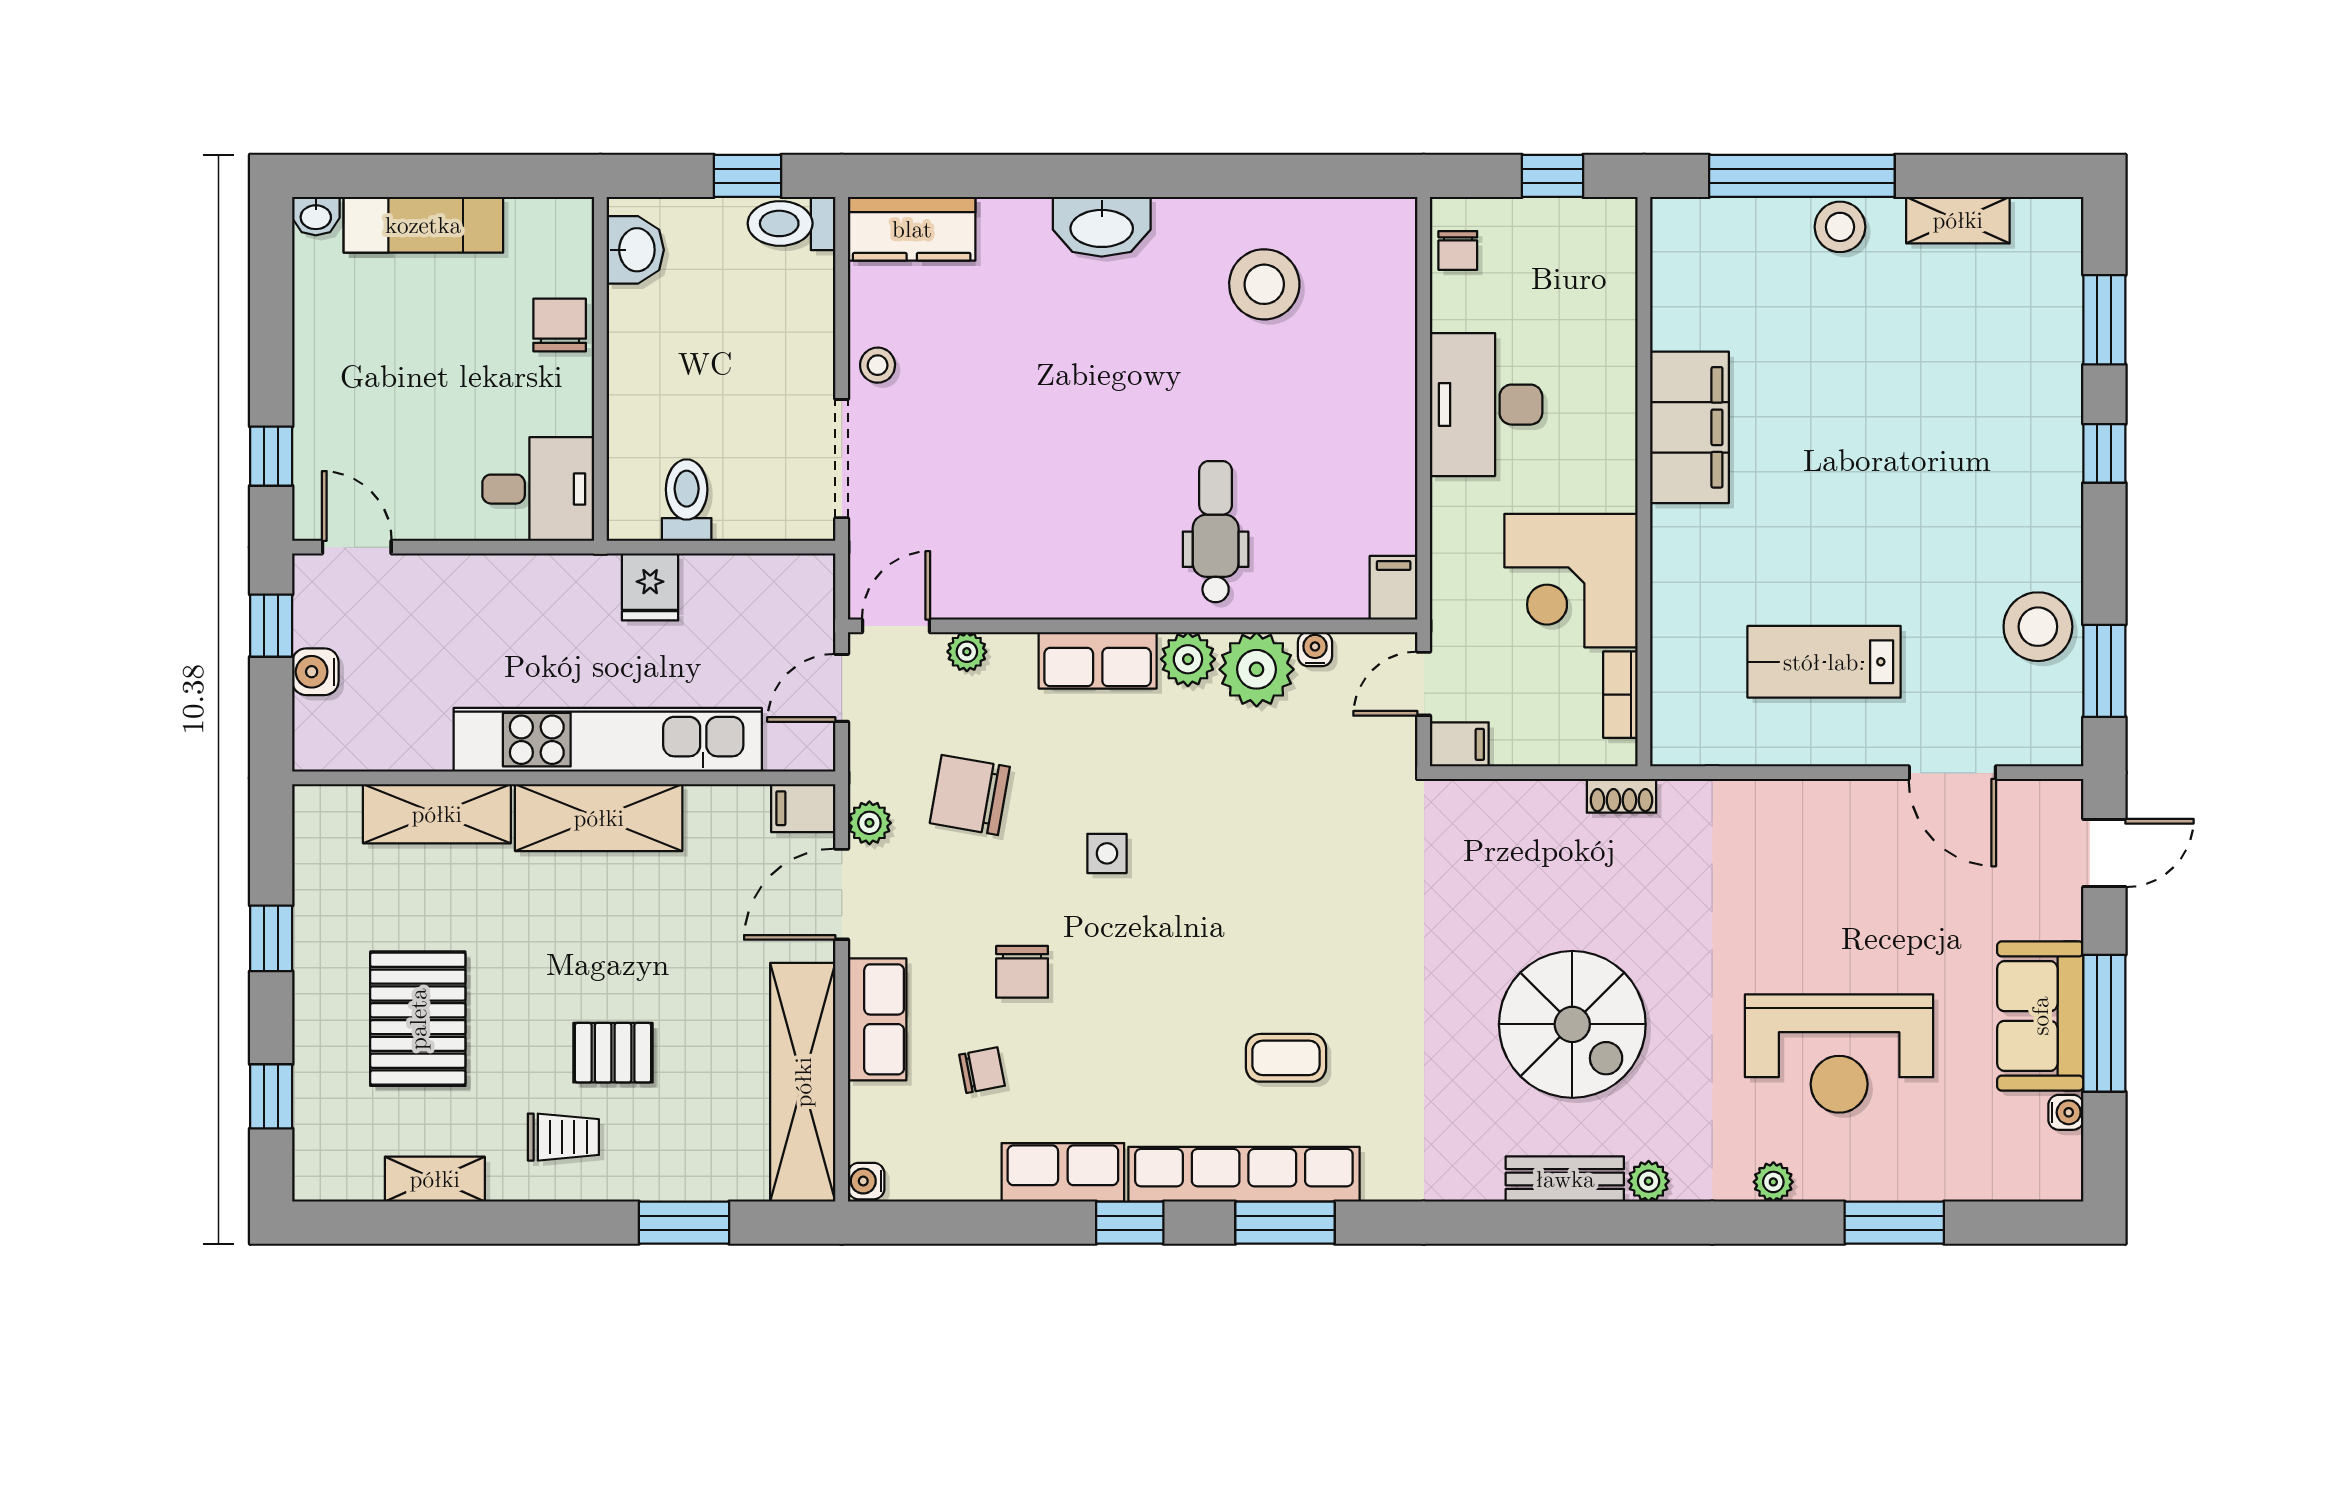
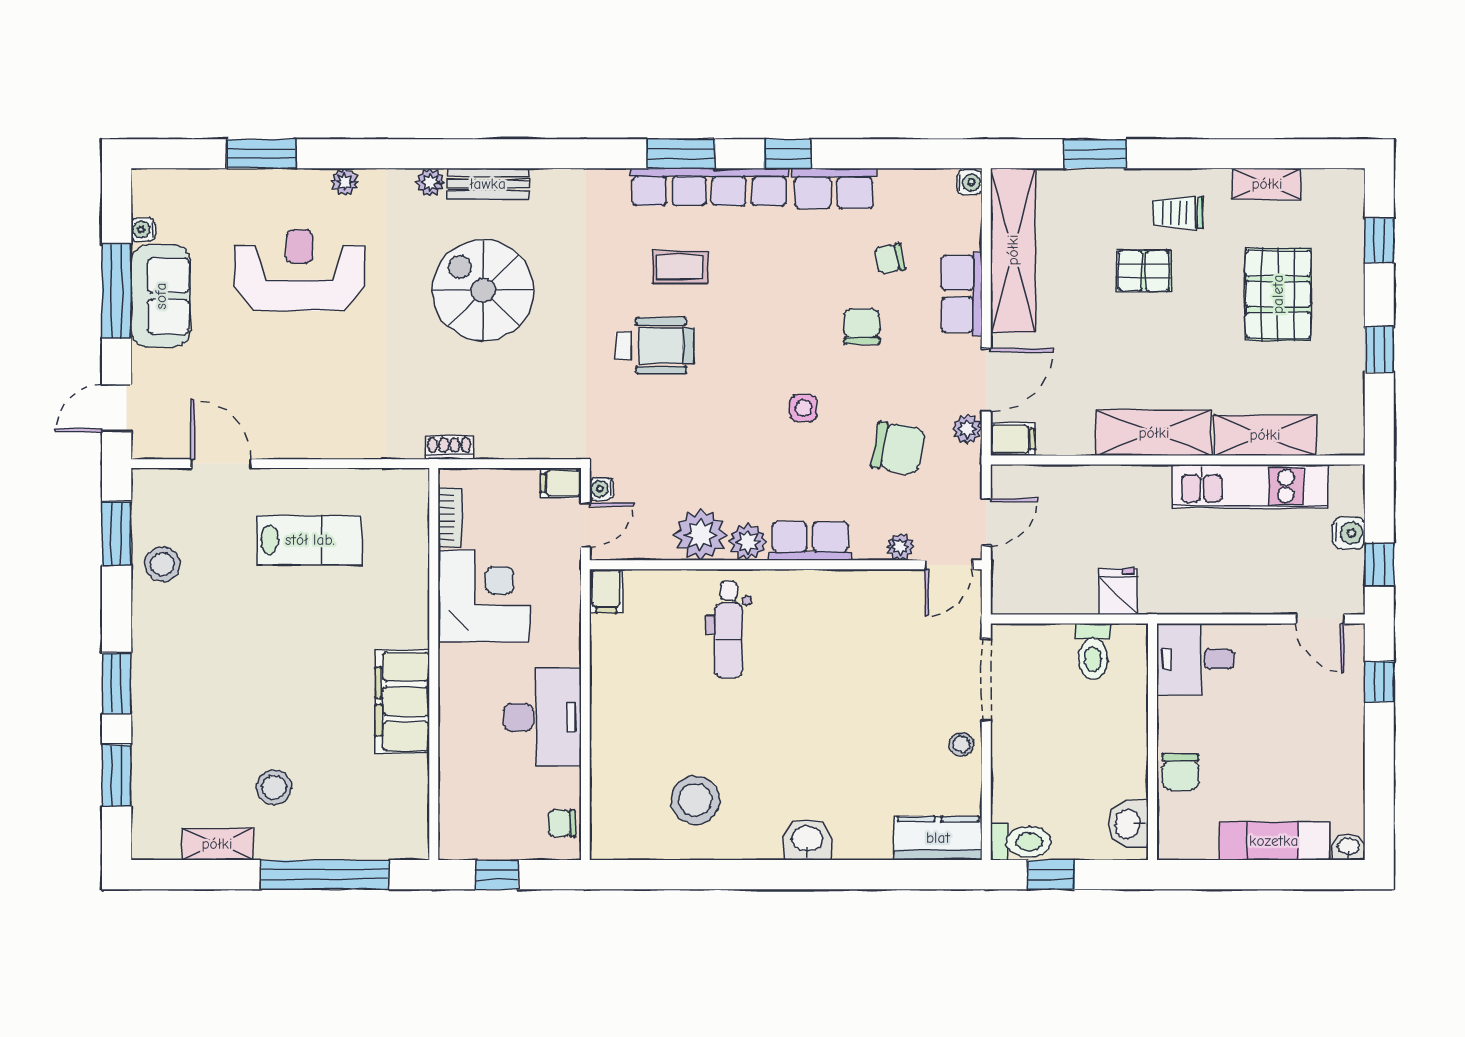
washbasin: (1102, 227) -> (807, 840), width x0.72
stool: (1840, 227) -> (274, 787), moved
chair: (1458, 250) -> (562, 823), turned -90
window: (2104, 453) -> (117, 684), width x1.50
stool: (2038, 627) -> (162, 564), width x0.73, depth x0.73
water cooler: (1315, 649) -> (601, 489), moved, turned 90
kitchen unit: (608, 740) -> (1250, 486), moved, width x0.73
wheelchair: (1323, 944) -> (655, 346), added

